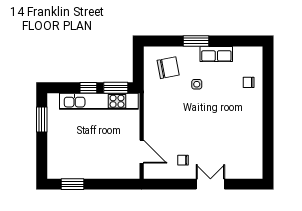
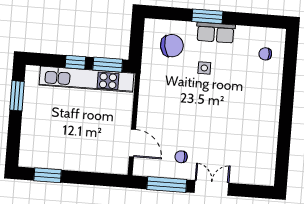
row of seats: (216, 54) -> (216, 33), moved
chair: (249, 82) -> (265, 54), moved
window: (173, 184) -> (167, 184), added

